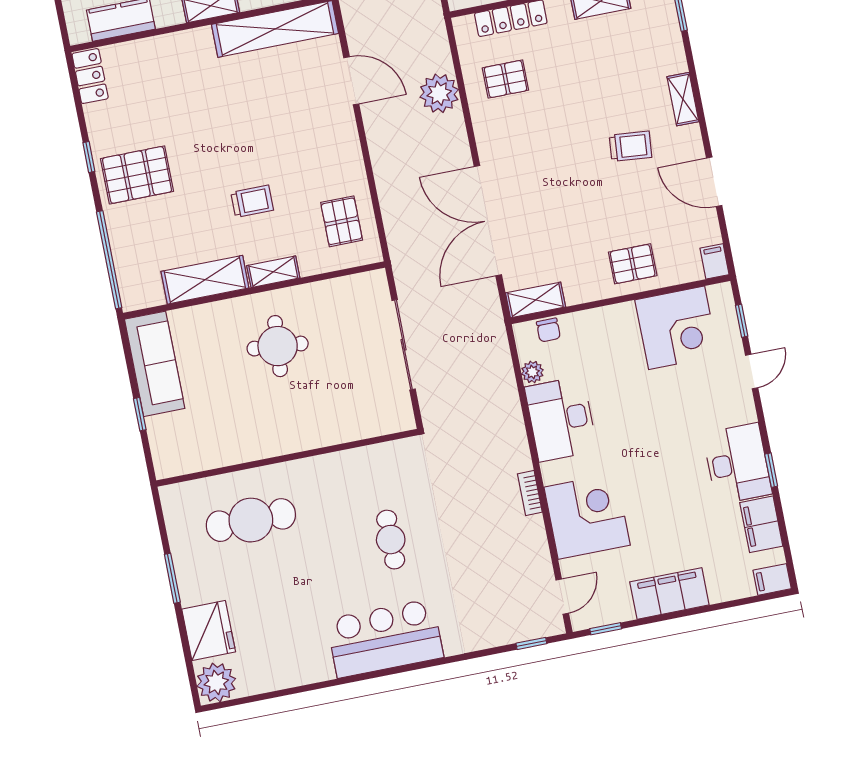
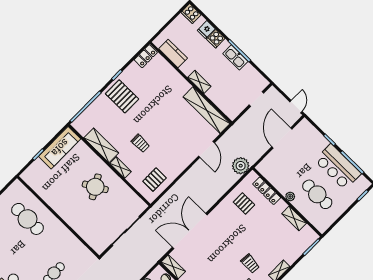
plant: (439, 93) -> (241, 166), moved
round table: (278, 346) -> (95, 187), turned -35

